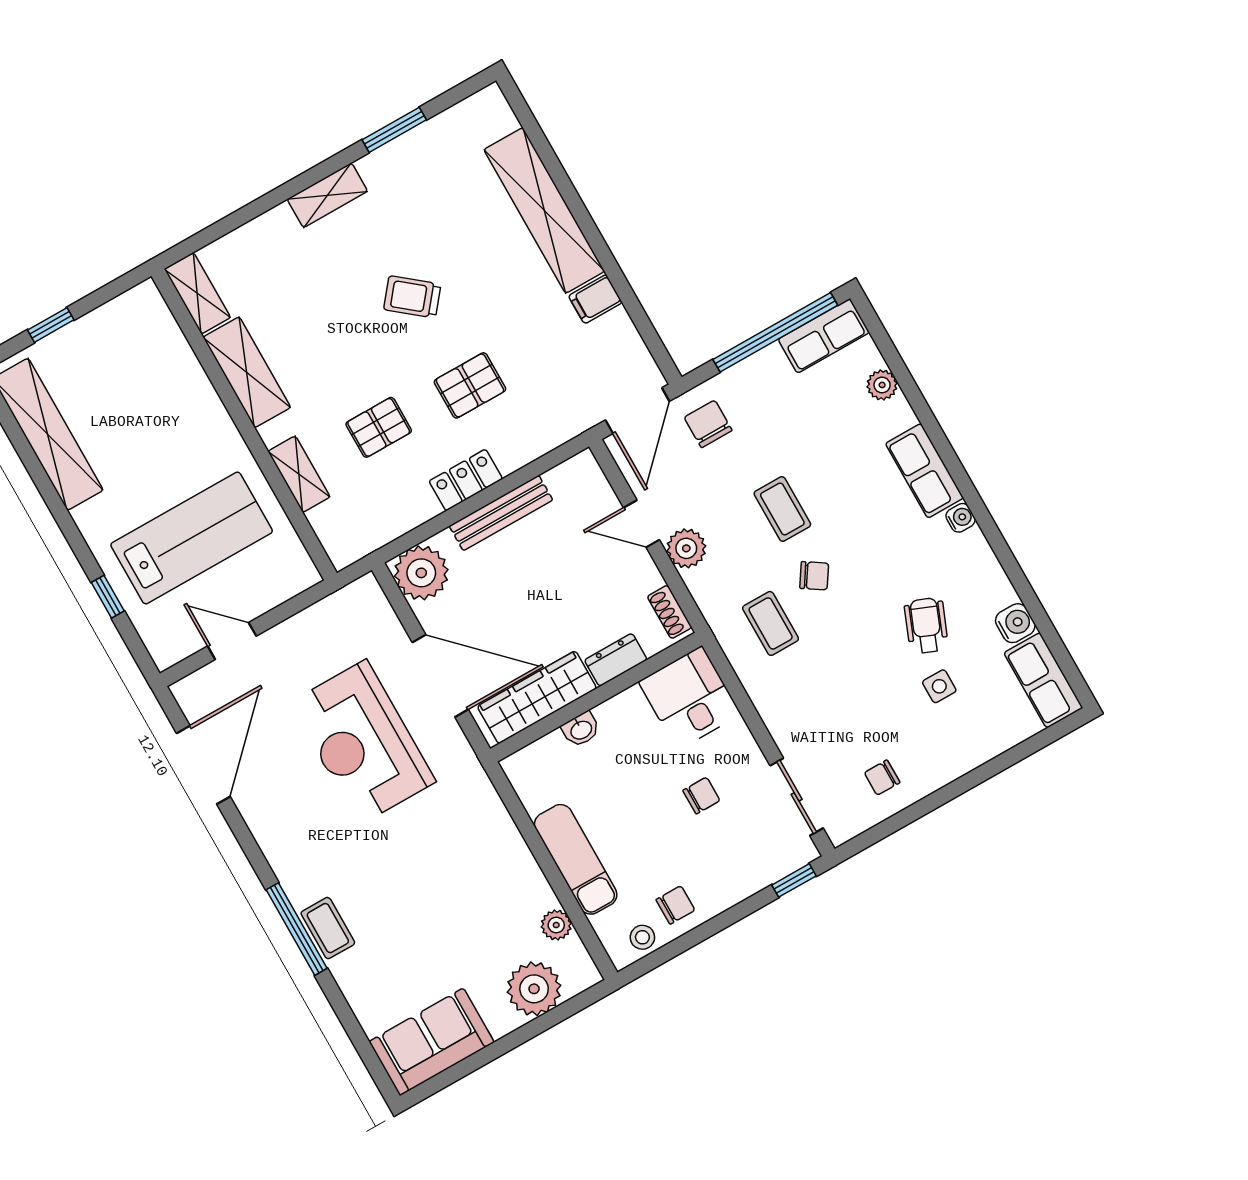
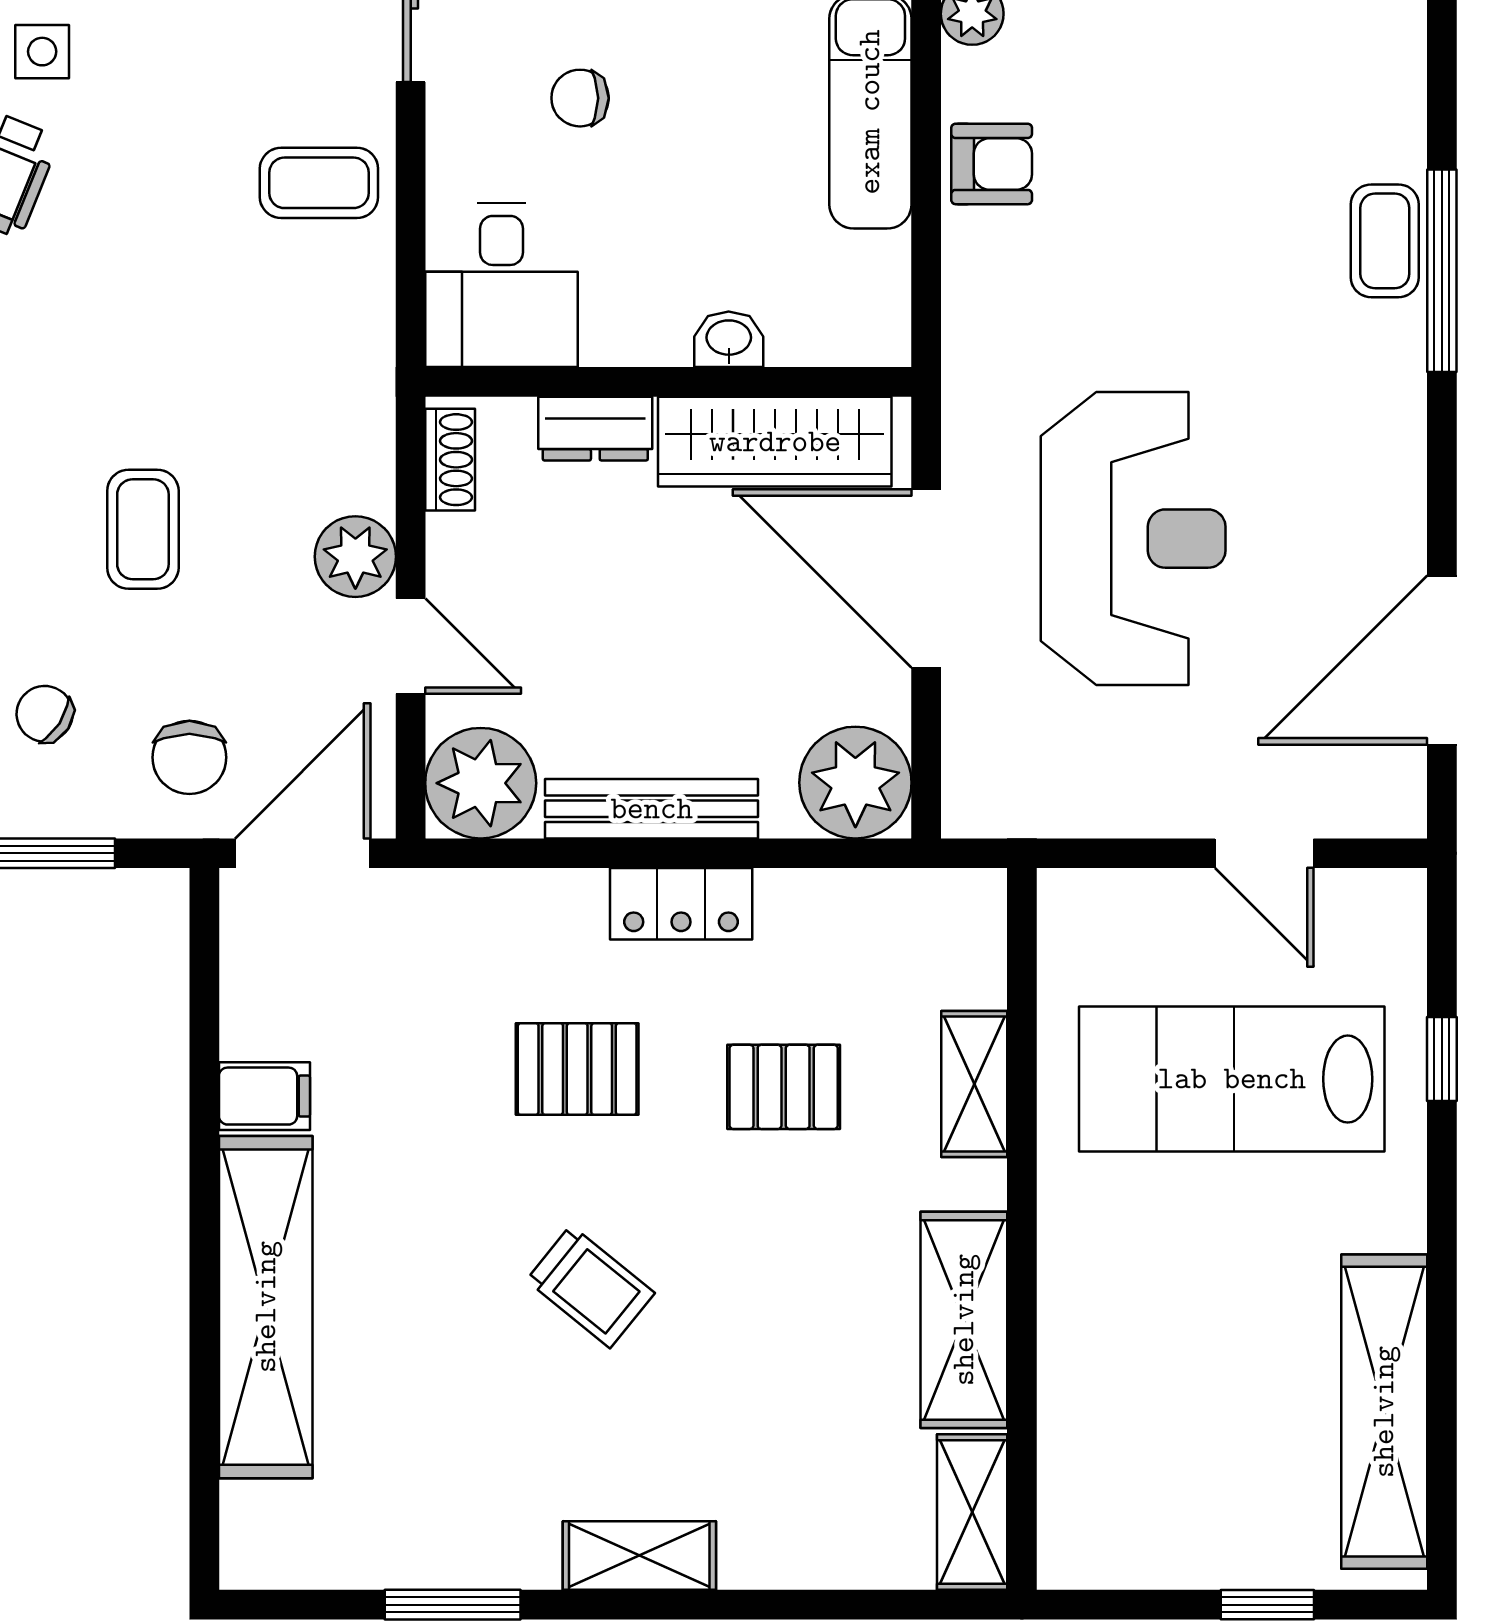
plant: (579, 483) -> (481, 783), added
chair: (814, 576) -> (45, 714), moved
coffee table: (771, 623) -> (319, 183), moved, turned 90
armchair: (512, 866) -> (992, 164), added

